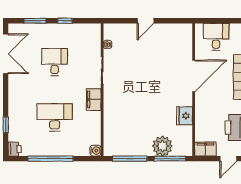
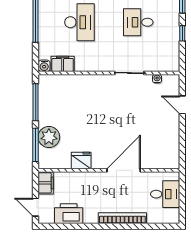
door: (146, 21) -> (182, 105), moved
desk: (55, 62) -> (138, 22), turned 180
door: (194, 76) -> (124, 170), swing flipped
filing cabinet: (94, 99) -> (63, 64), moved

